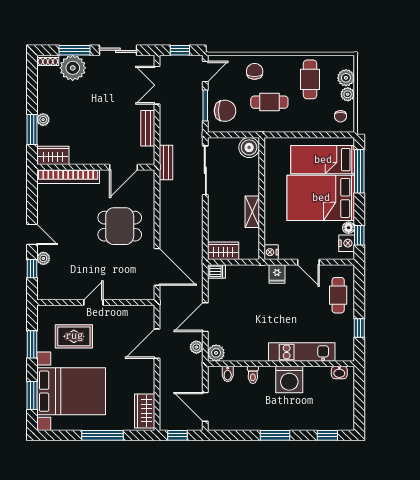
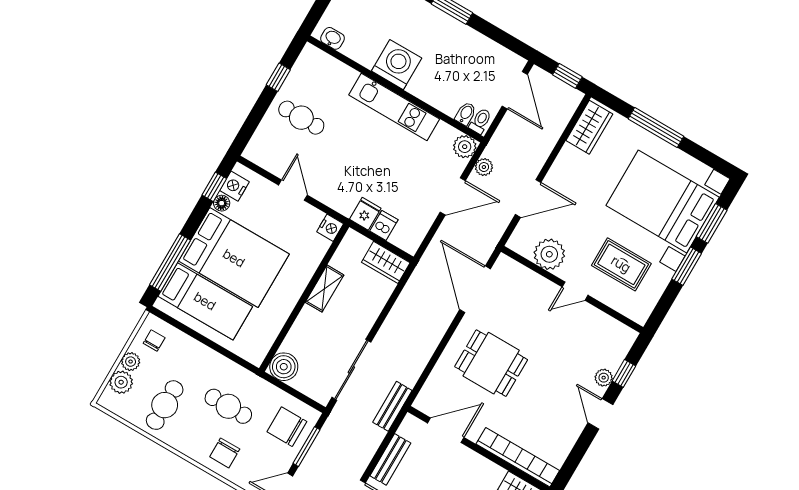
dishwasher: (217, 271) -> (384, 225), moved, turned 90
fridge: (277, 274) -> (365, 214), moved
cafe table: (338, 295) -> (301, 118), moved, turned 90
plant: (123, 316) -> (549, 254), added
window: (32, 344) -> (687, 266), moved
kitchen unit: (302, 352) -> (394, 107), moved
toilet: (253, 375) -> (480, 121), moved

